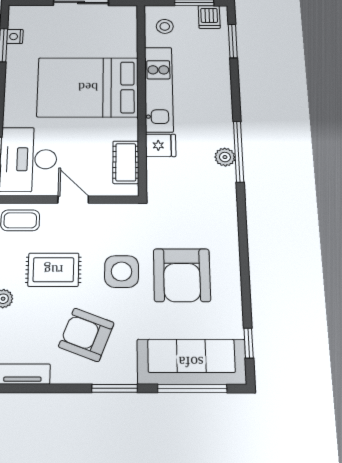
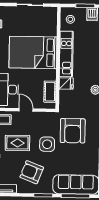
armchair: (182, 275) -> (73, 131), moved

